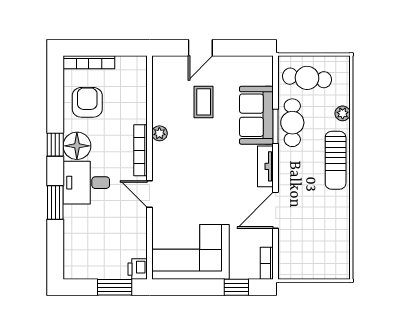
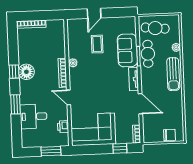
armchair: (87, 102) -> (31, 47), removed
desk: (86, 183) -> (33, 116), moved
door: (276, 210) -> (140, 104), swing flipped
chair: (325, 267) -> (169, 135), added
printer: (138, 269) -> (63, 127), moved

